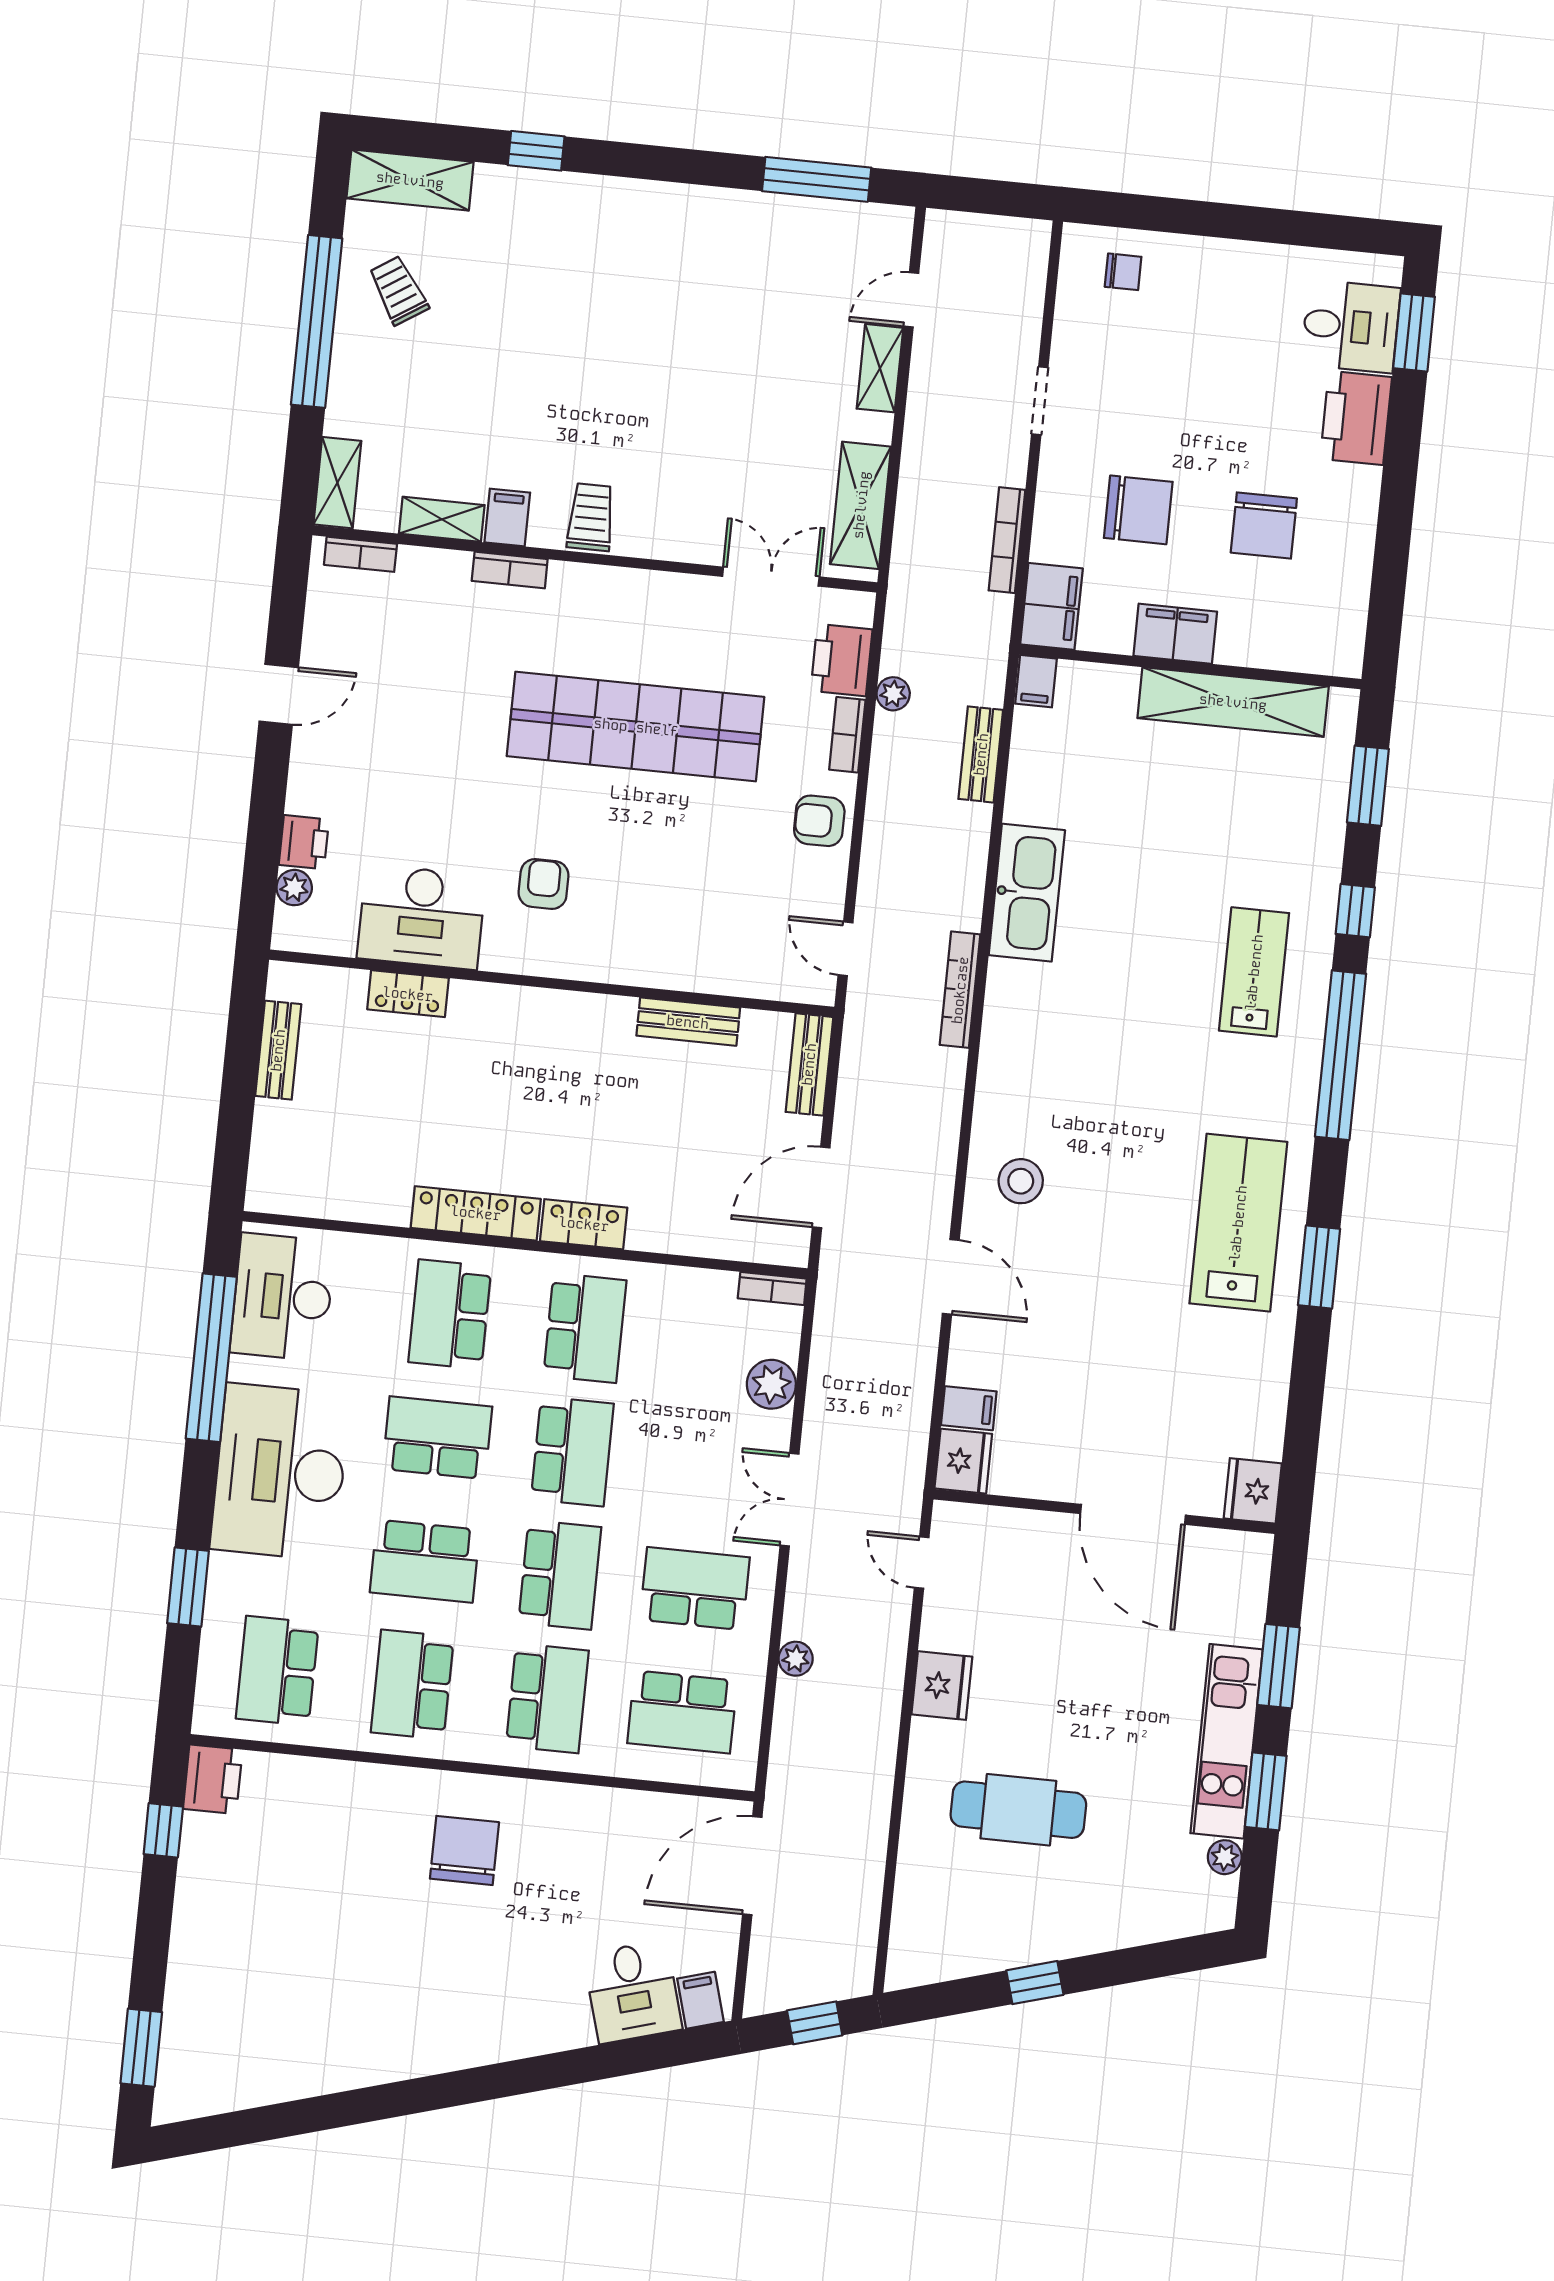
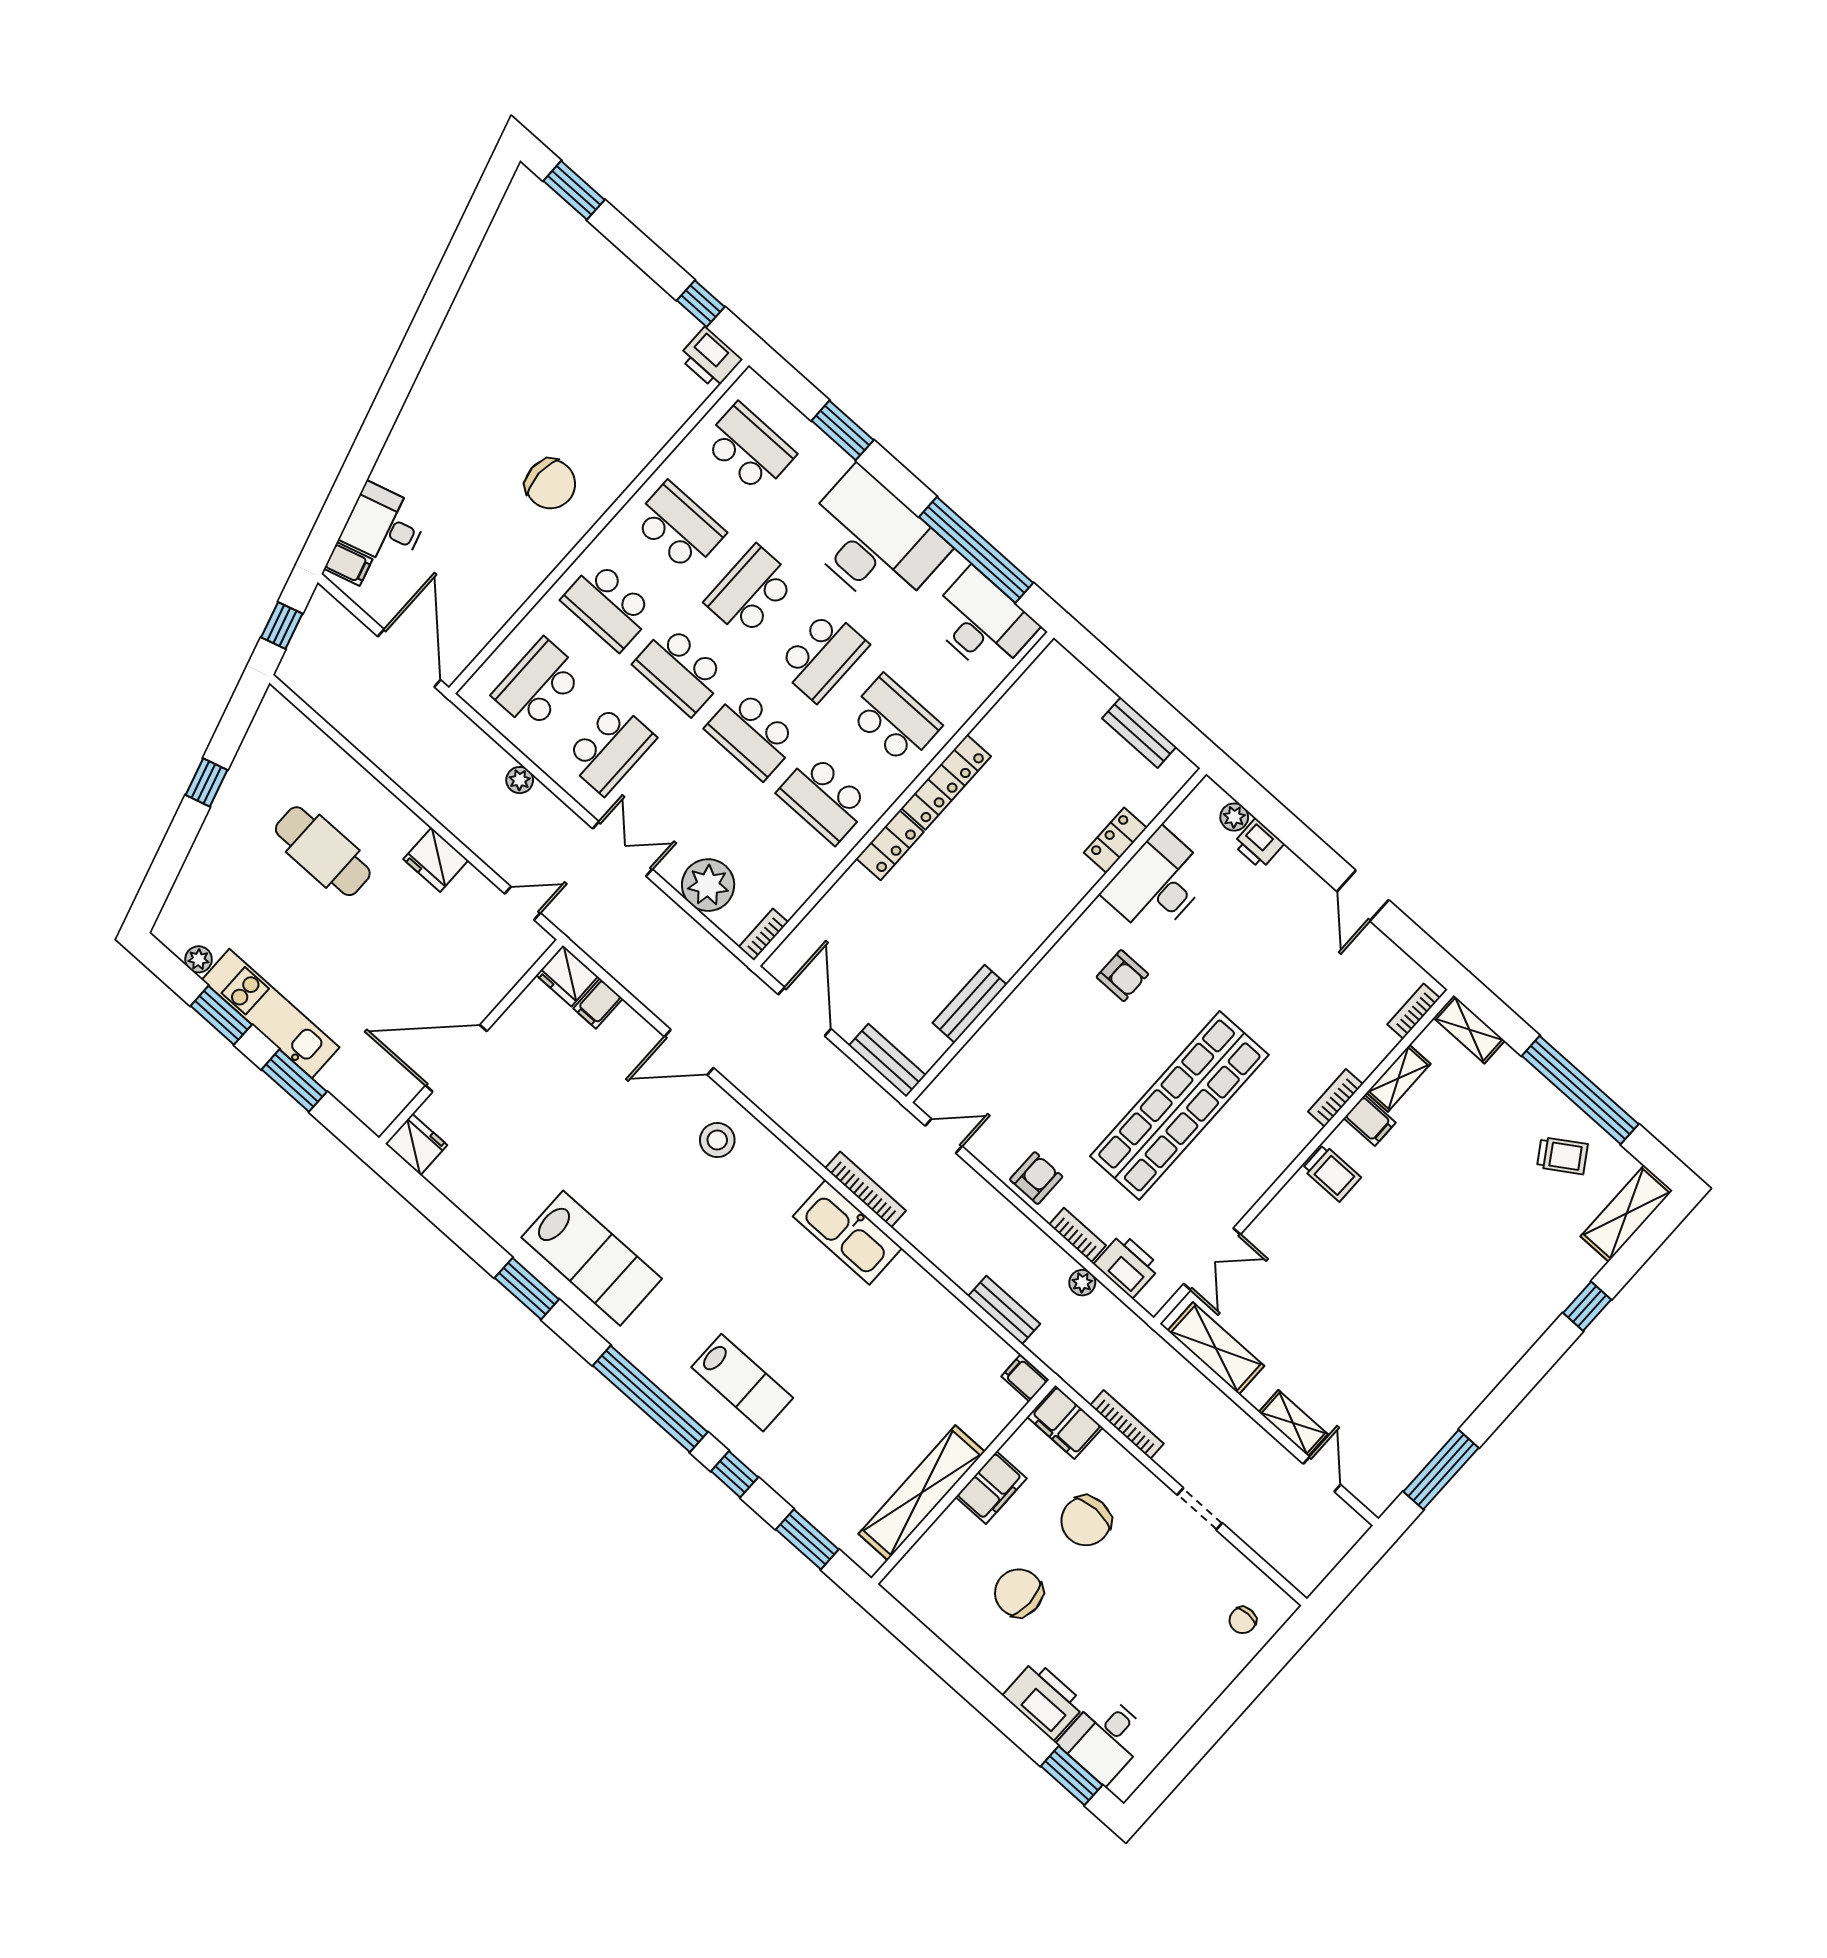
kitchen sink: (1027, 893) -> (847, 1232), moved
plant: (771, 1384) -> (708, 885), width x1.36, depth x1.36
cafe table: (1018, 1810) -> (323, 851), turned 90

